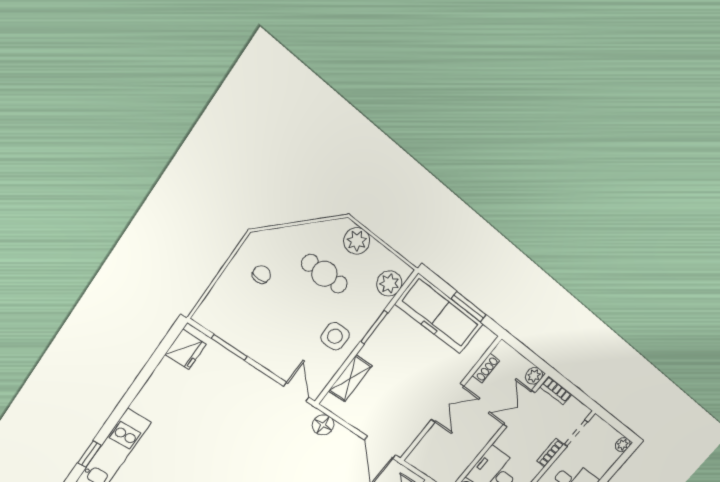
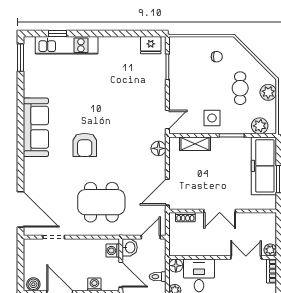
shoe rack: (486, 368) -> (185, 217), moved

